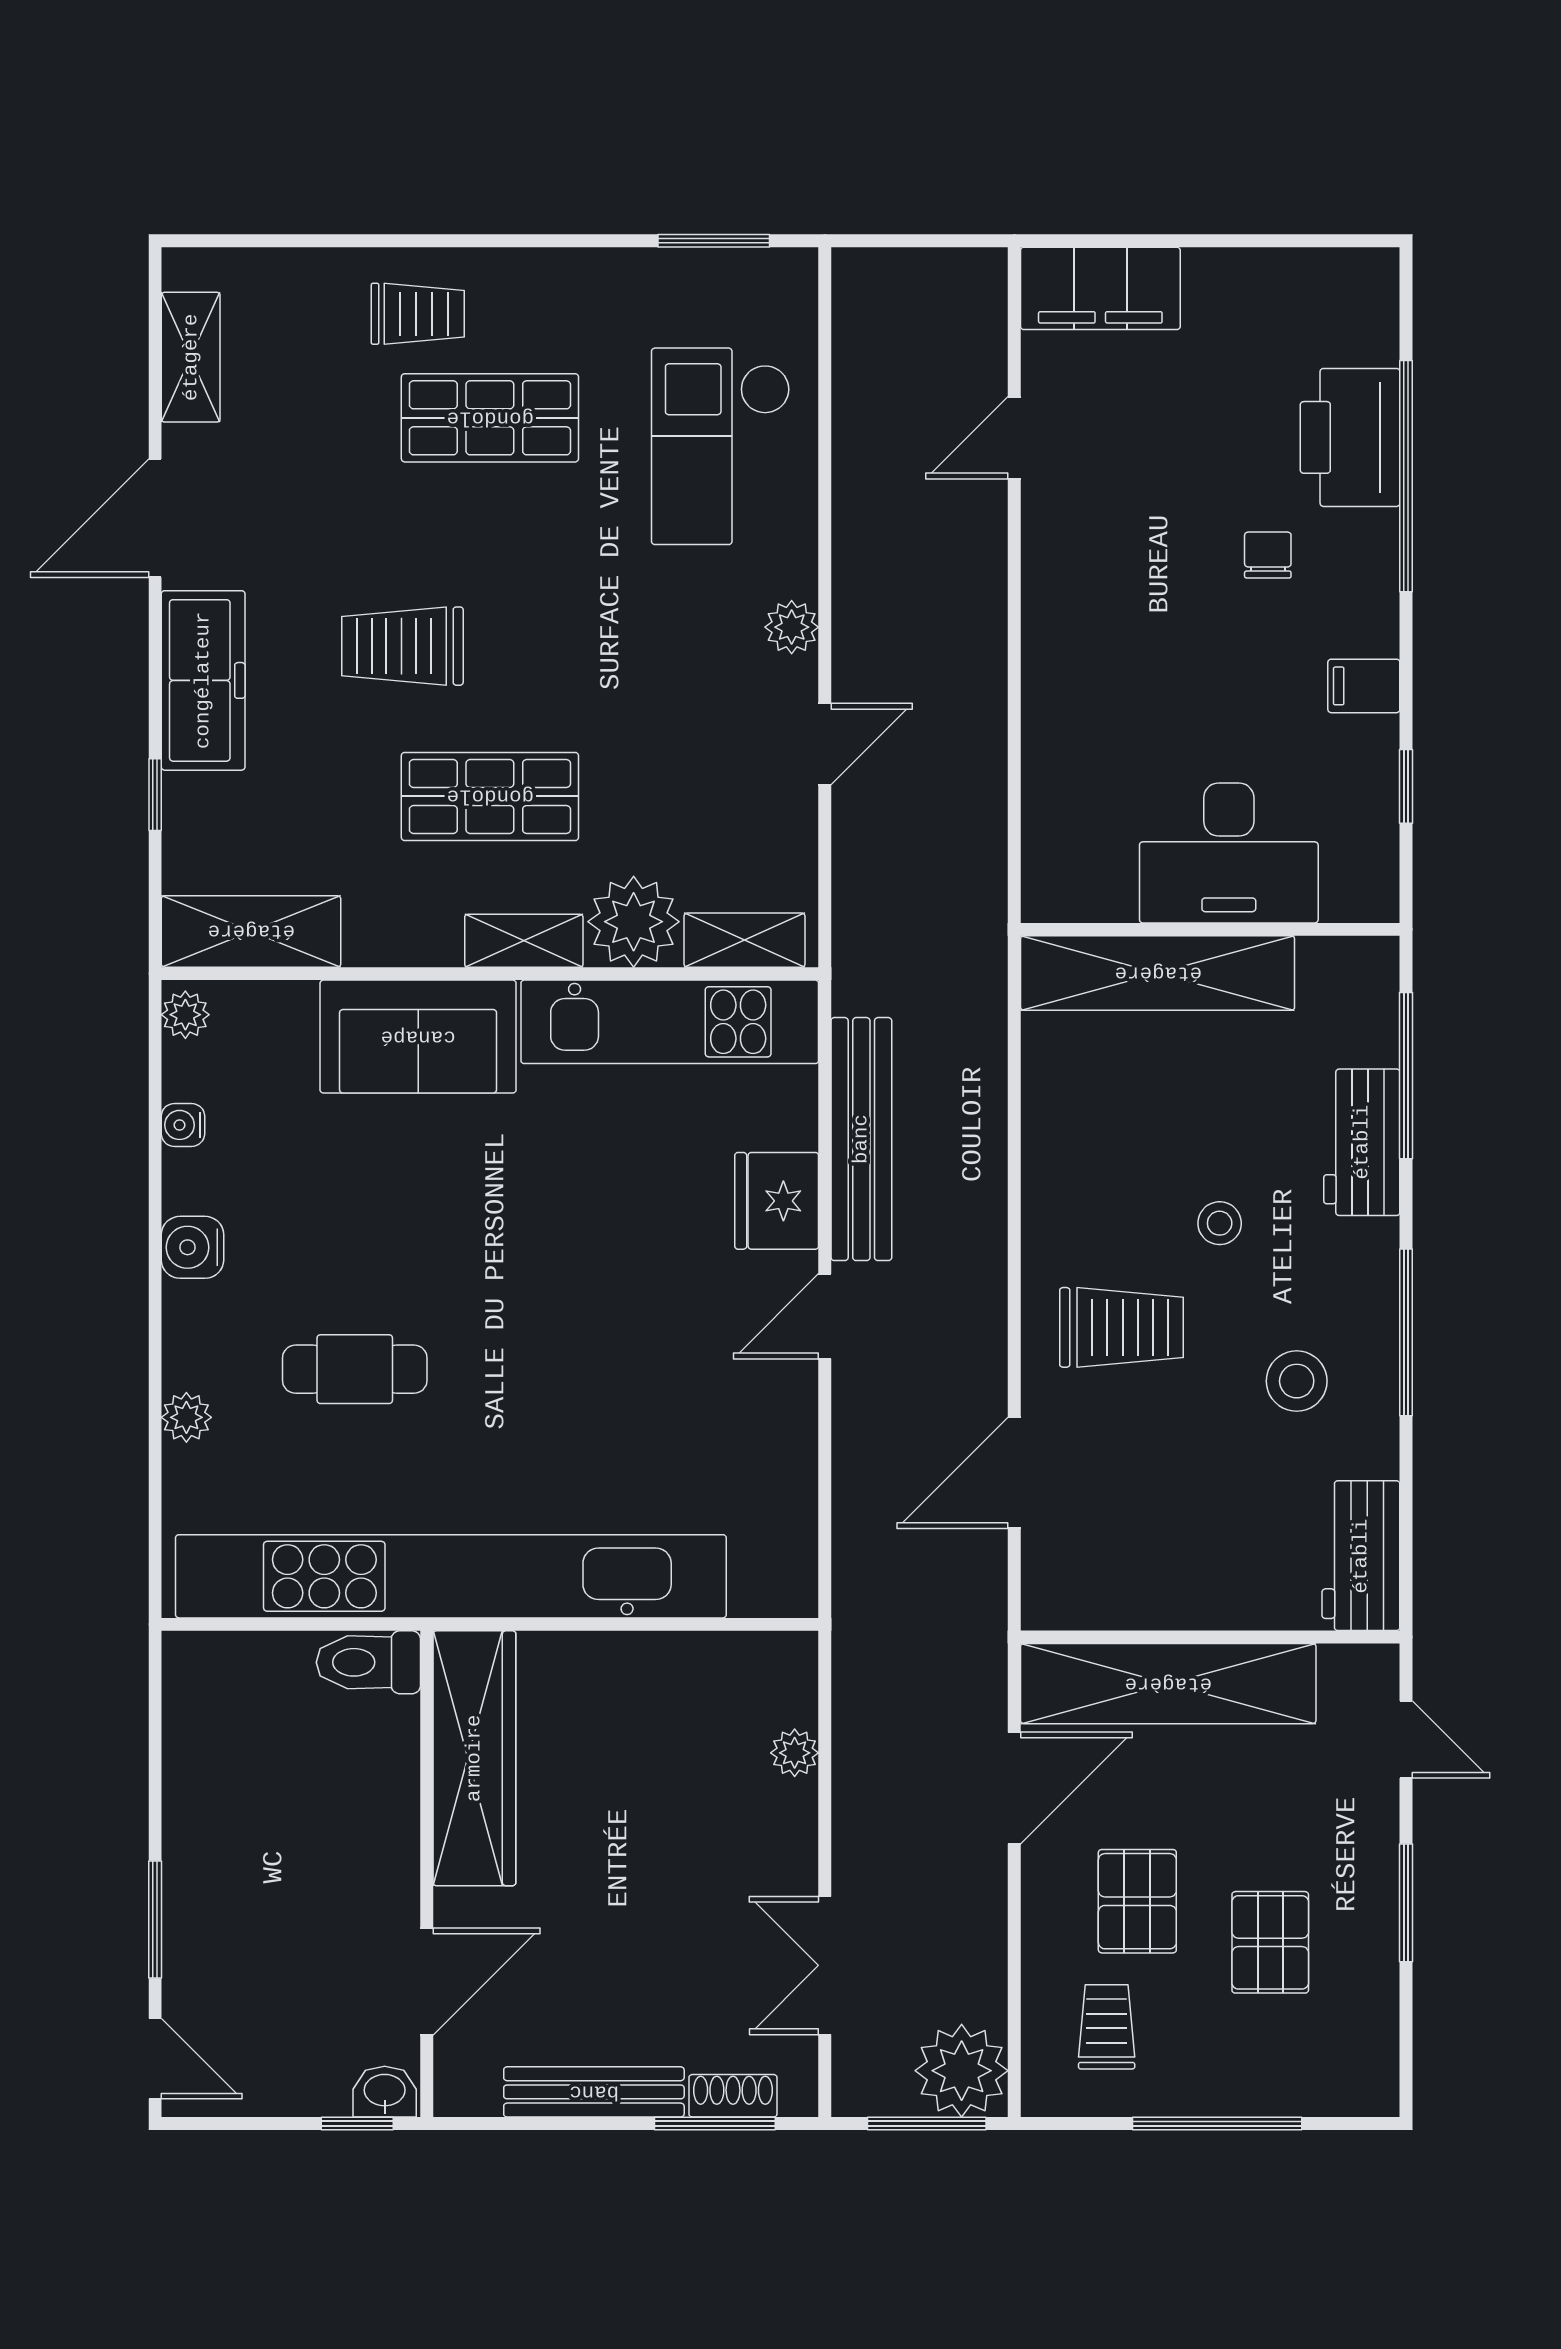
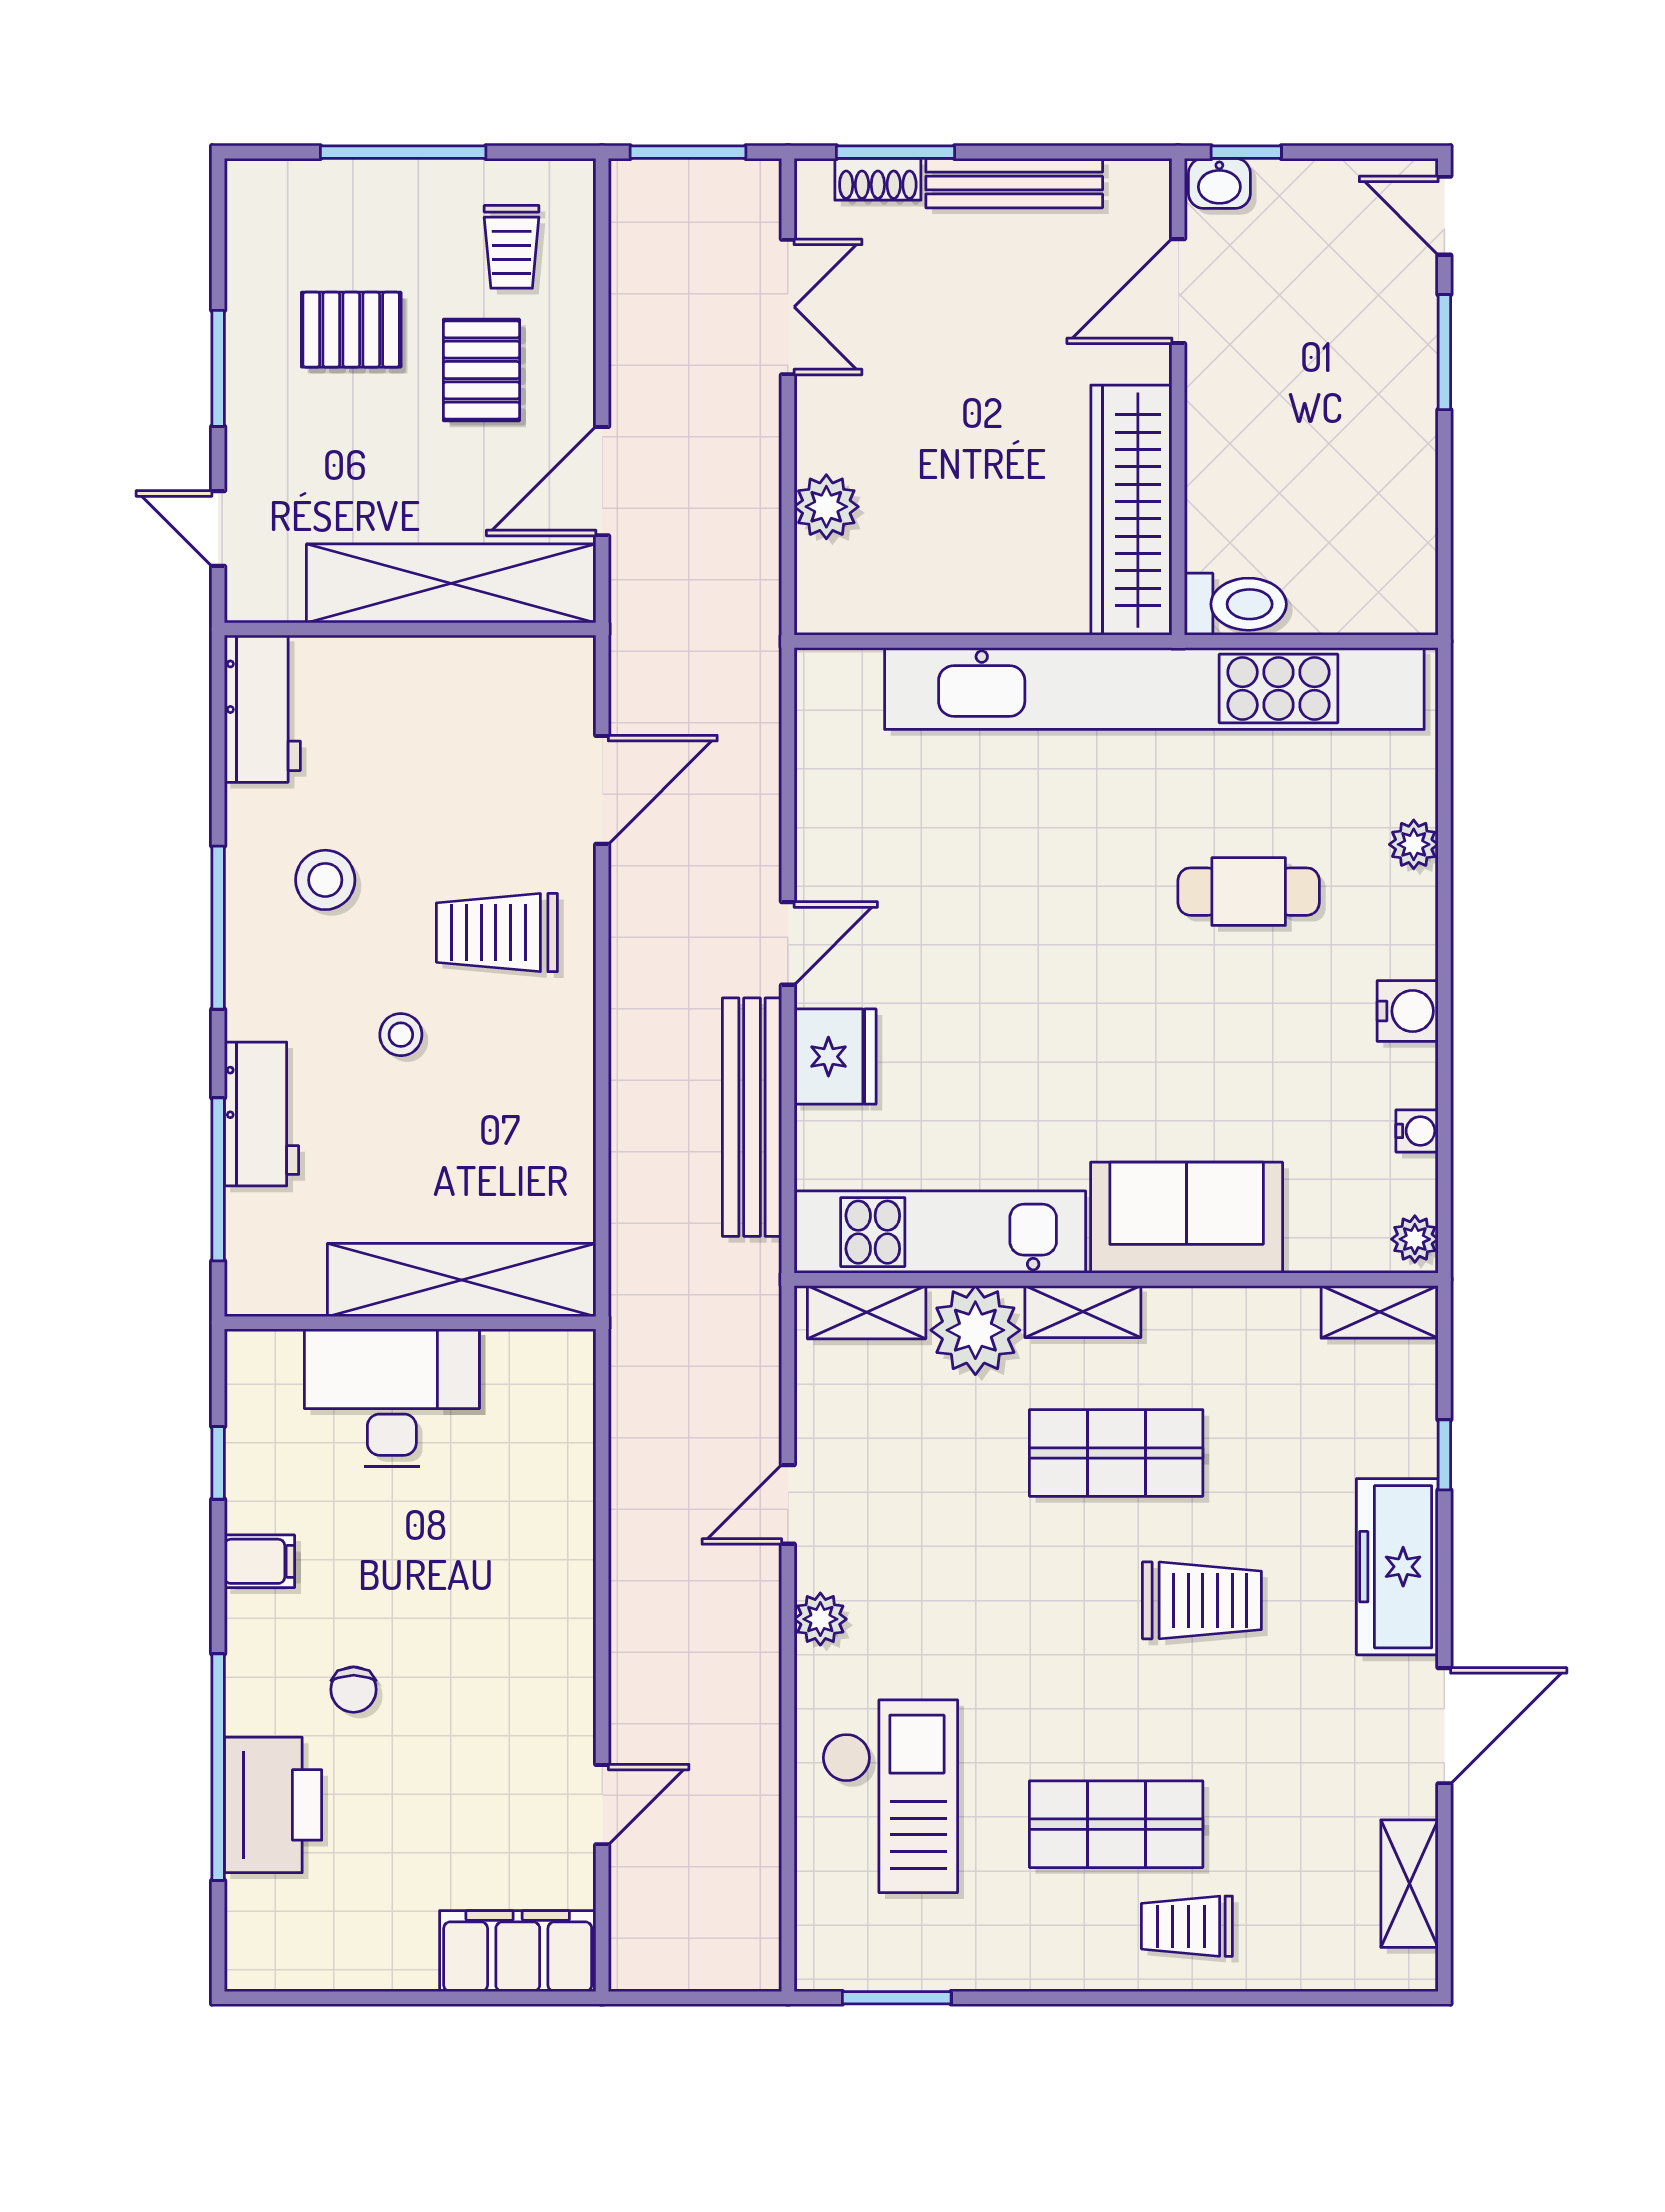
shelving: (251, 931) -> (1380, 1312), width x0.67, depth x0.75
plant: (795, 1753) -> (826, 507), width x1.38, depth x1.38
pallet: (1270, 1942) -> (351, 330), turned 90
plant: (962, 2071) -> (654, 204), removed

